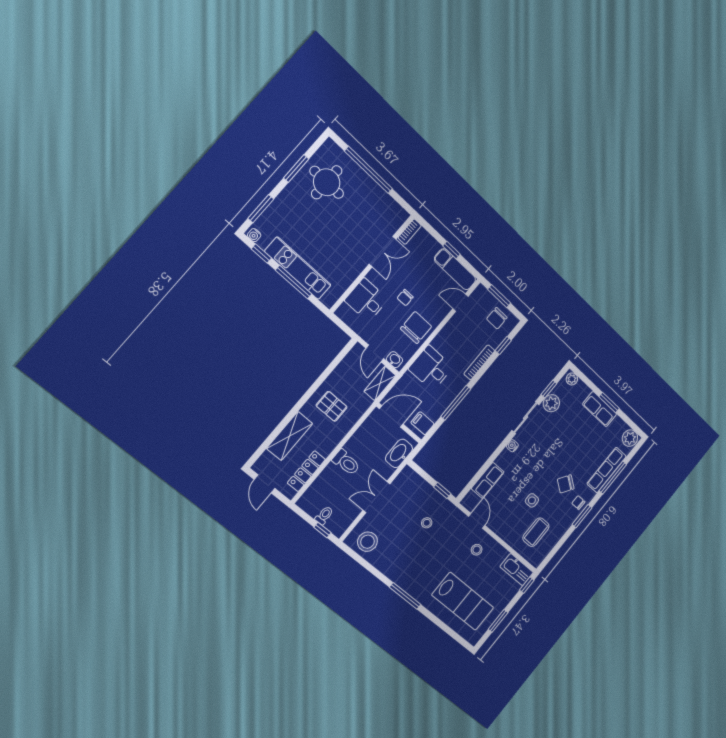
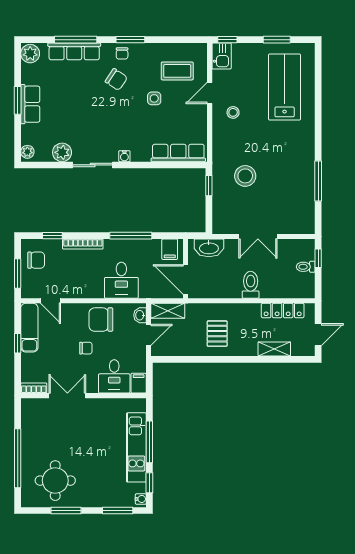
filing cabinet: (346, 314) -> (139, 383), added
window: (549, 389) -> (53, 165), removed
shelving: (290, 436) -> (274, 349), width x0.67, depth x0.75
row of seats: (488, 480) -> (178, 153), width x1.48
door: (477, 521) -> (210, 93), moved
stool: (427, 523) -> (245, 176), width x1.89, depth x1.89
stool: (367, 542) -> (299, 213), removed
kitchen sink: (517, 570) -> (222, 56), width x0.73
window: (405, 596) -> (318, 181), moved

